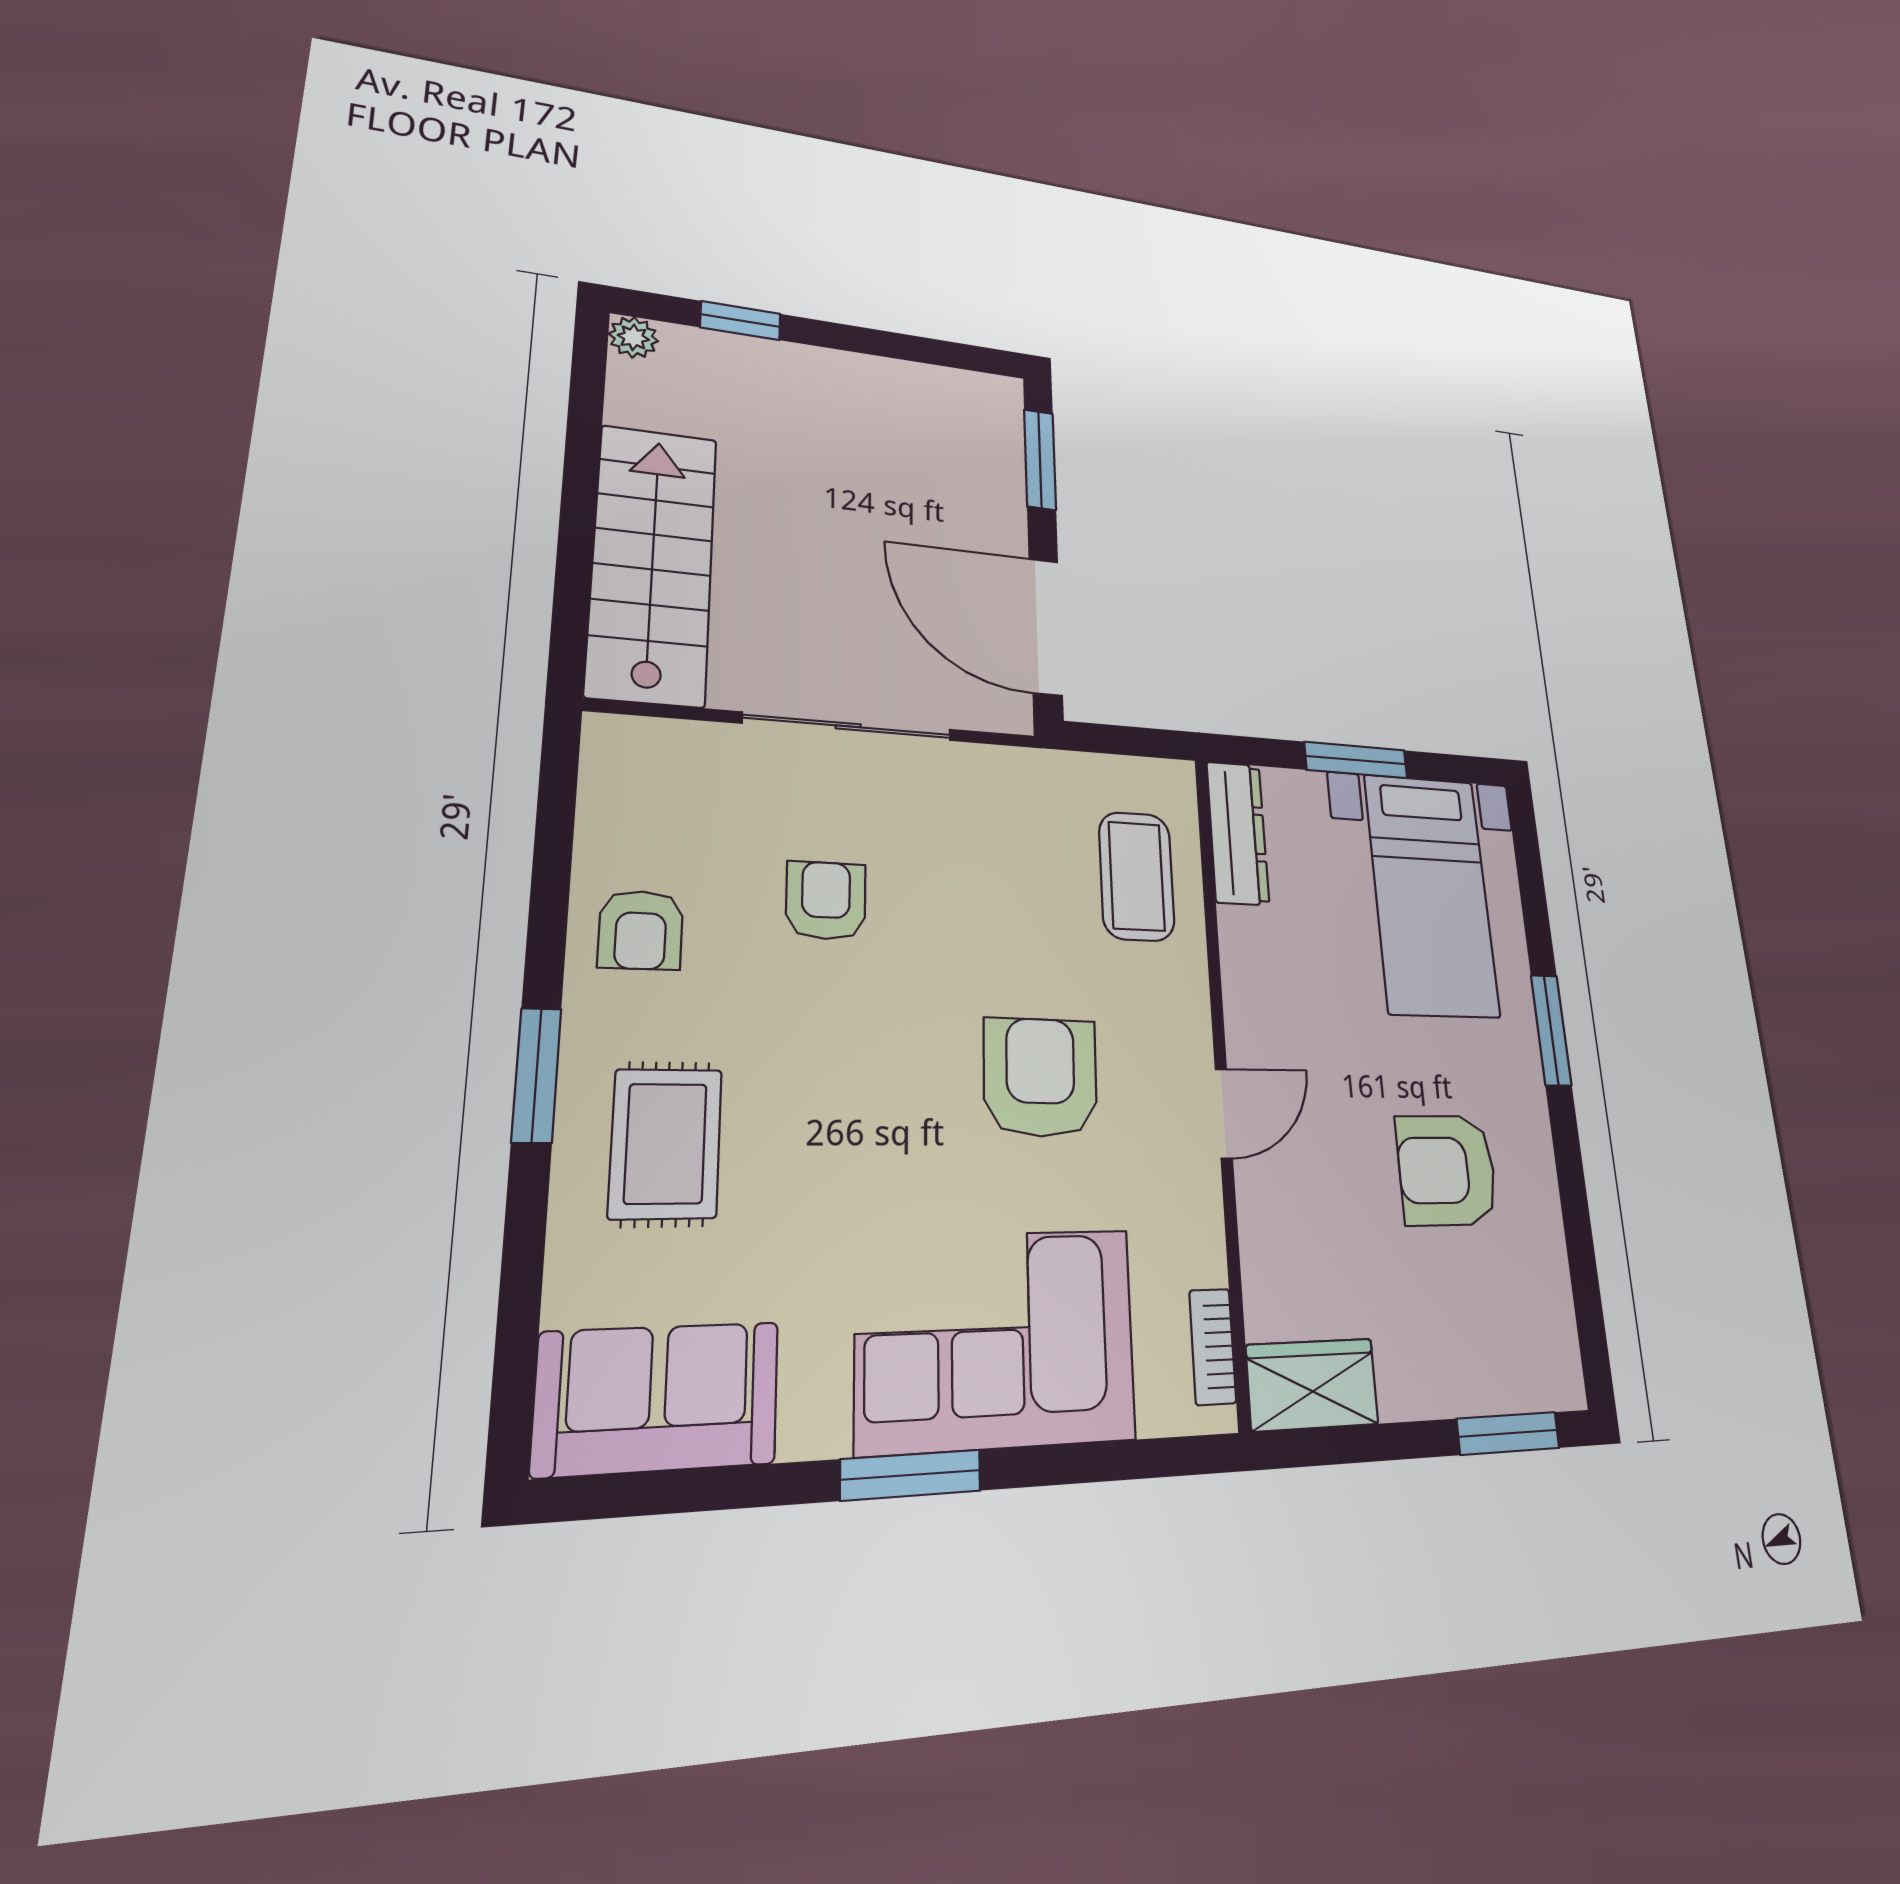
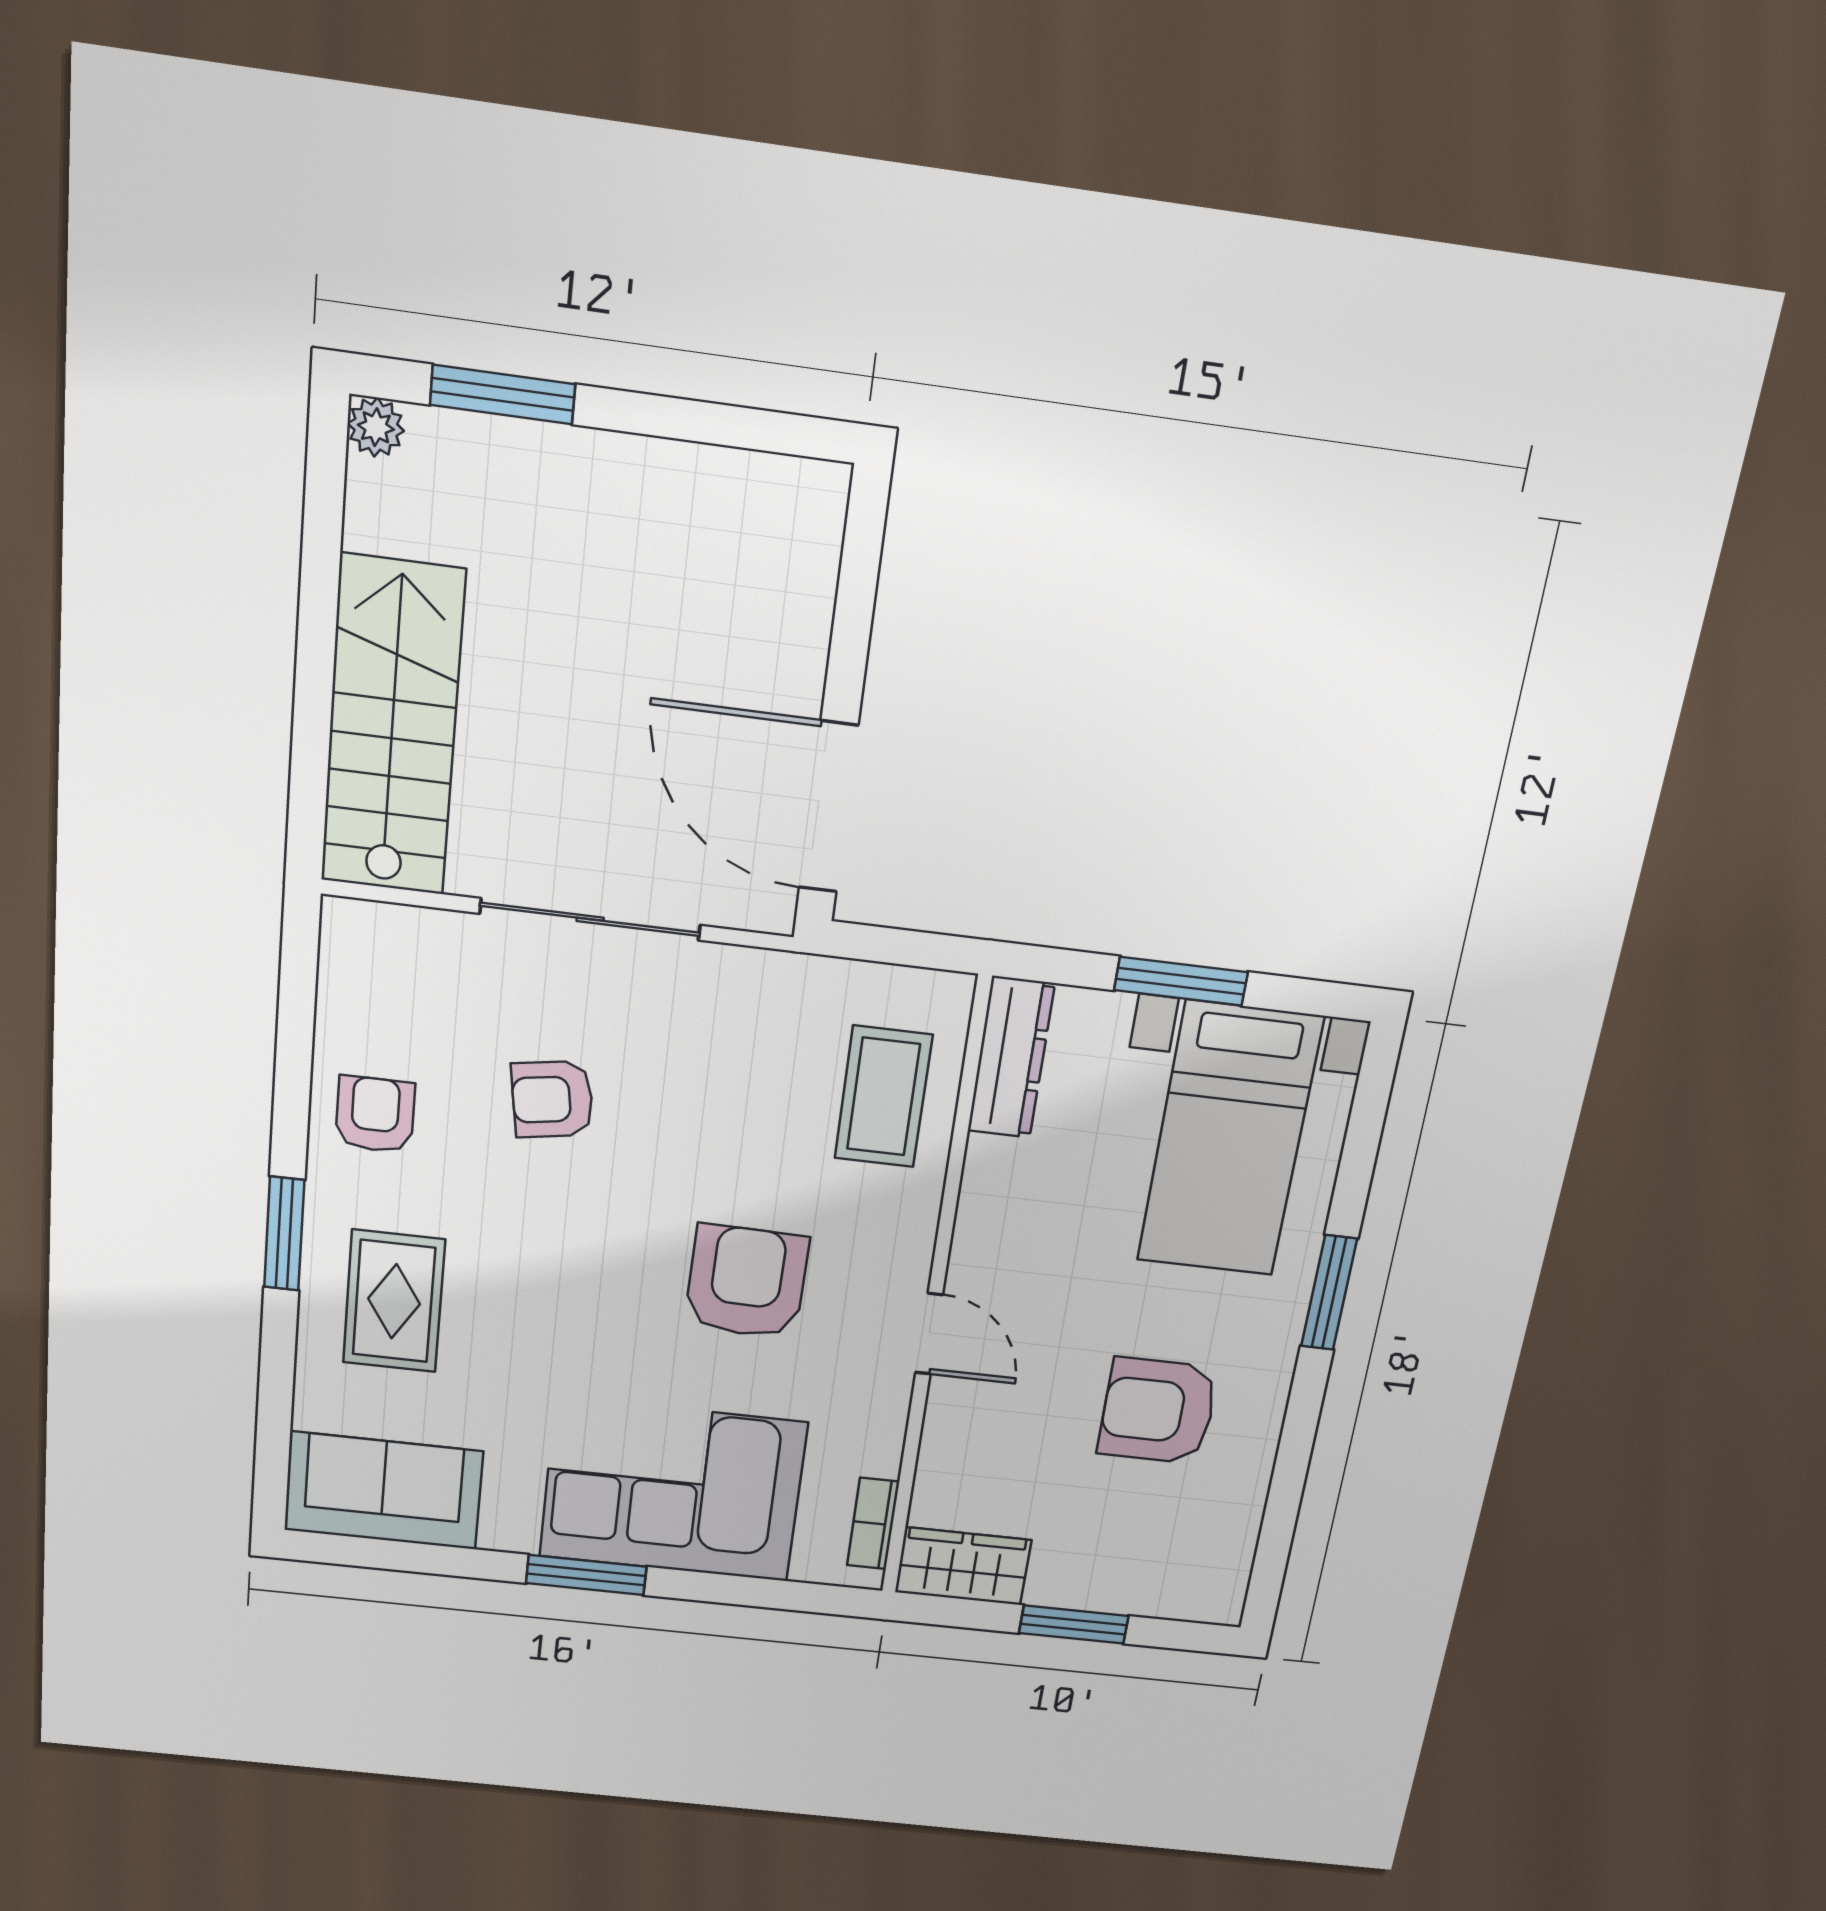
window: (741, 321) -> (503, 394), width x1.50
window: (1040, 460) -> (858, 583), removed
armchair: (826, 901) -> (552, 1099), turned -99
armchair: (641, 930) -> (375, 1115), turned 180
door: (1224, 1114) -> (929, 1334), hinge flipped
window: (1508, 1433) -> (1074, 1624), moved

